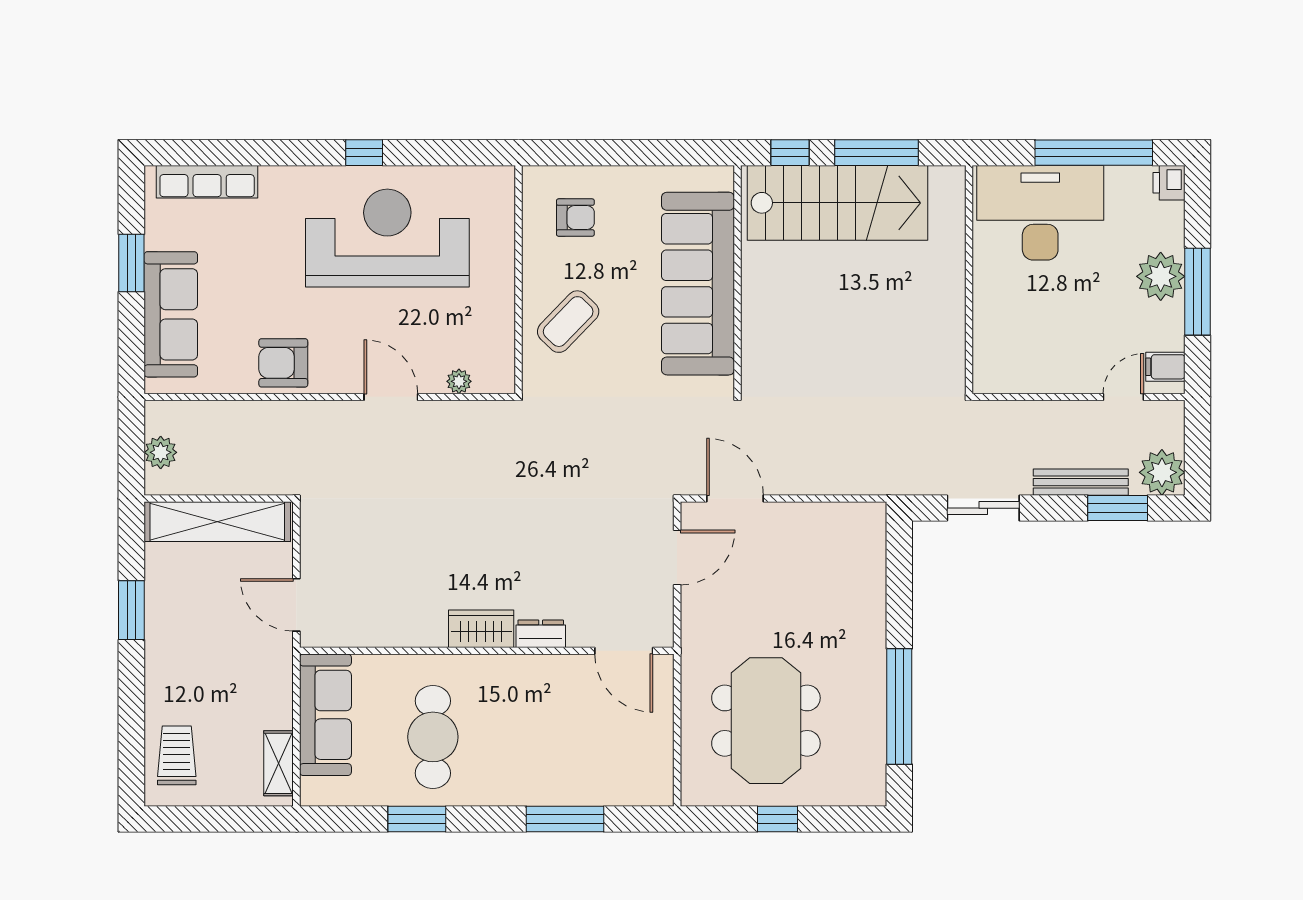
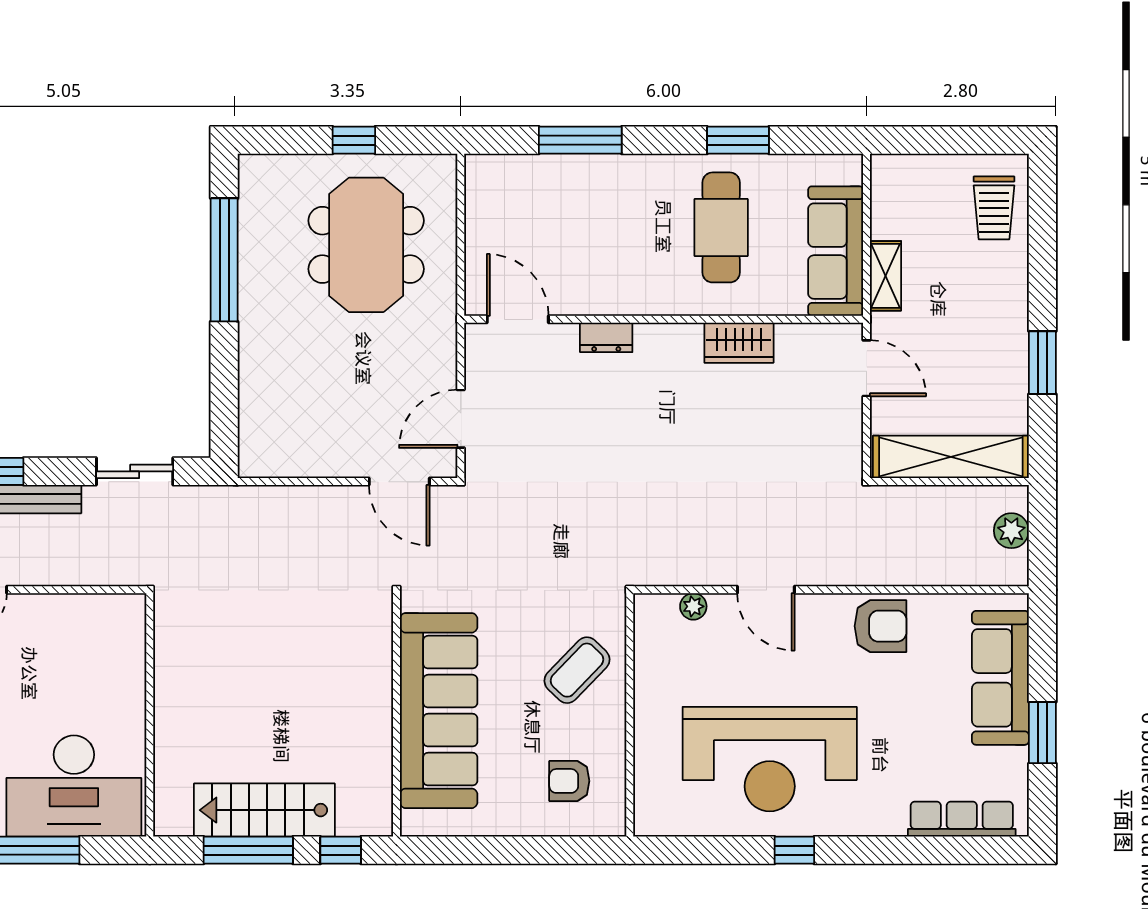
stairs: (837, 203) -> (264, 810), width x0.73, depth x0.66
wardrobe: (481, 629) -> (739, 343), moved
shelving: (279, 763) -> (886, 276), moved

